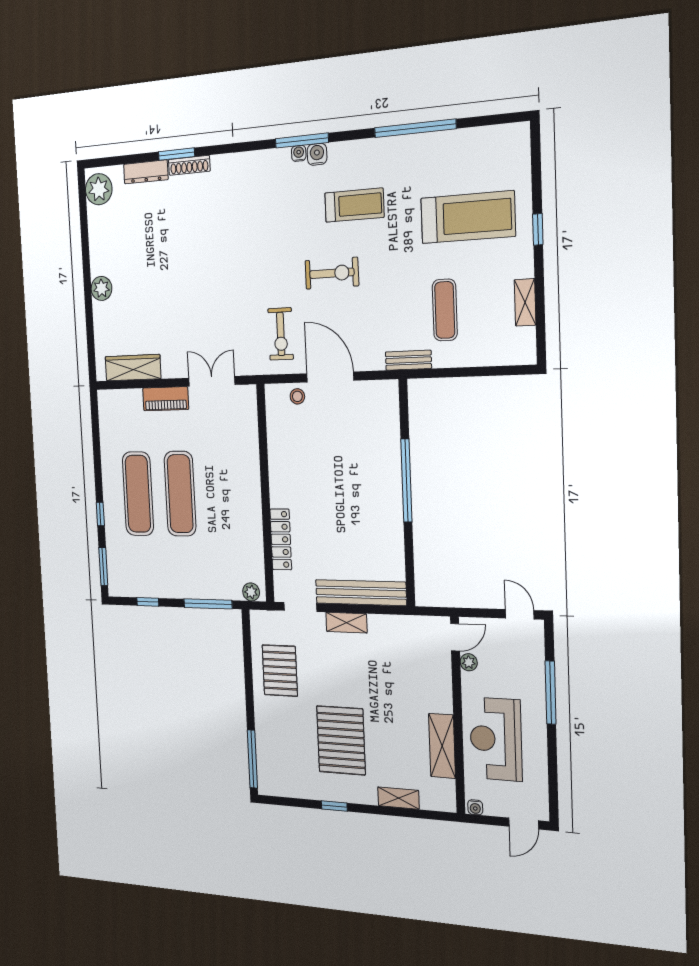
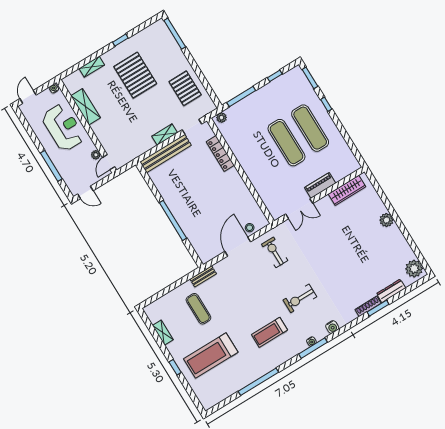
water cooler: (317, 154) -> (332, 327), moved
exercise bike: (332, 273) -> (300, 298), moved
door: (330, 377) -> (238, 247), swing flipped

